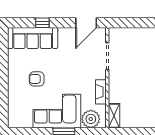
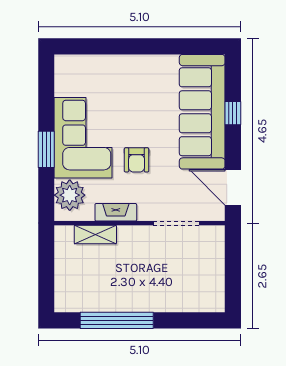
sofa: (33, 38) -> (202, 112), width x1.36, depth x1.27
armchair: (37, 79) -> (137, 160), moved, turned 180
shelving: (114, 116) -> (95, 235), moved

